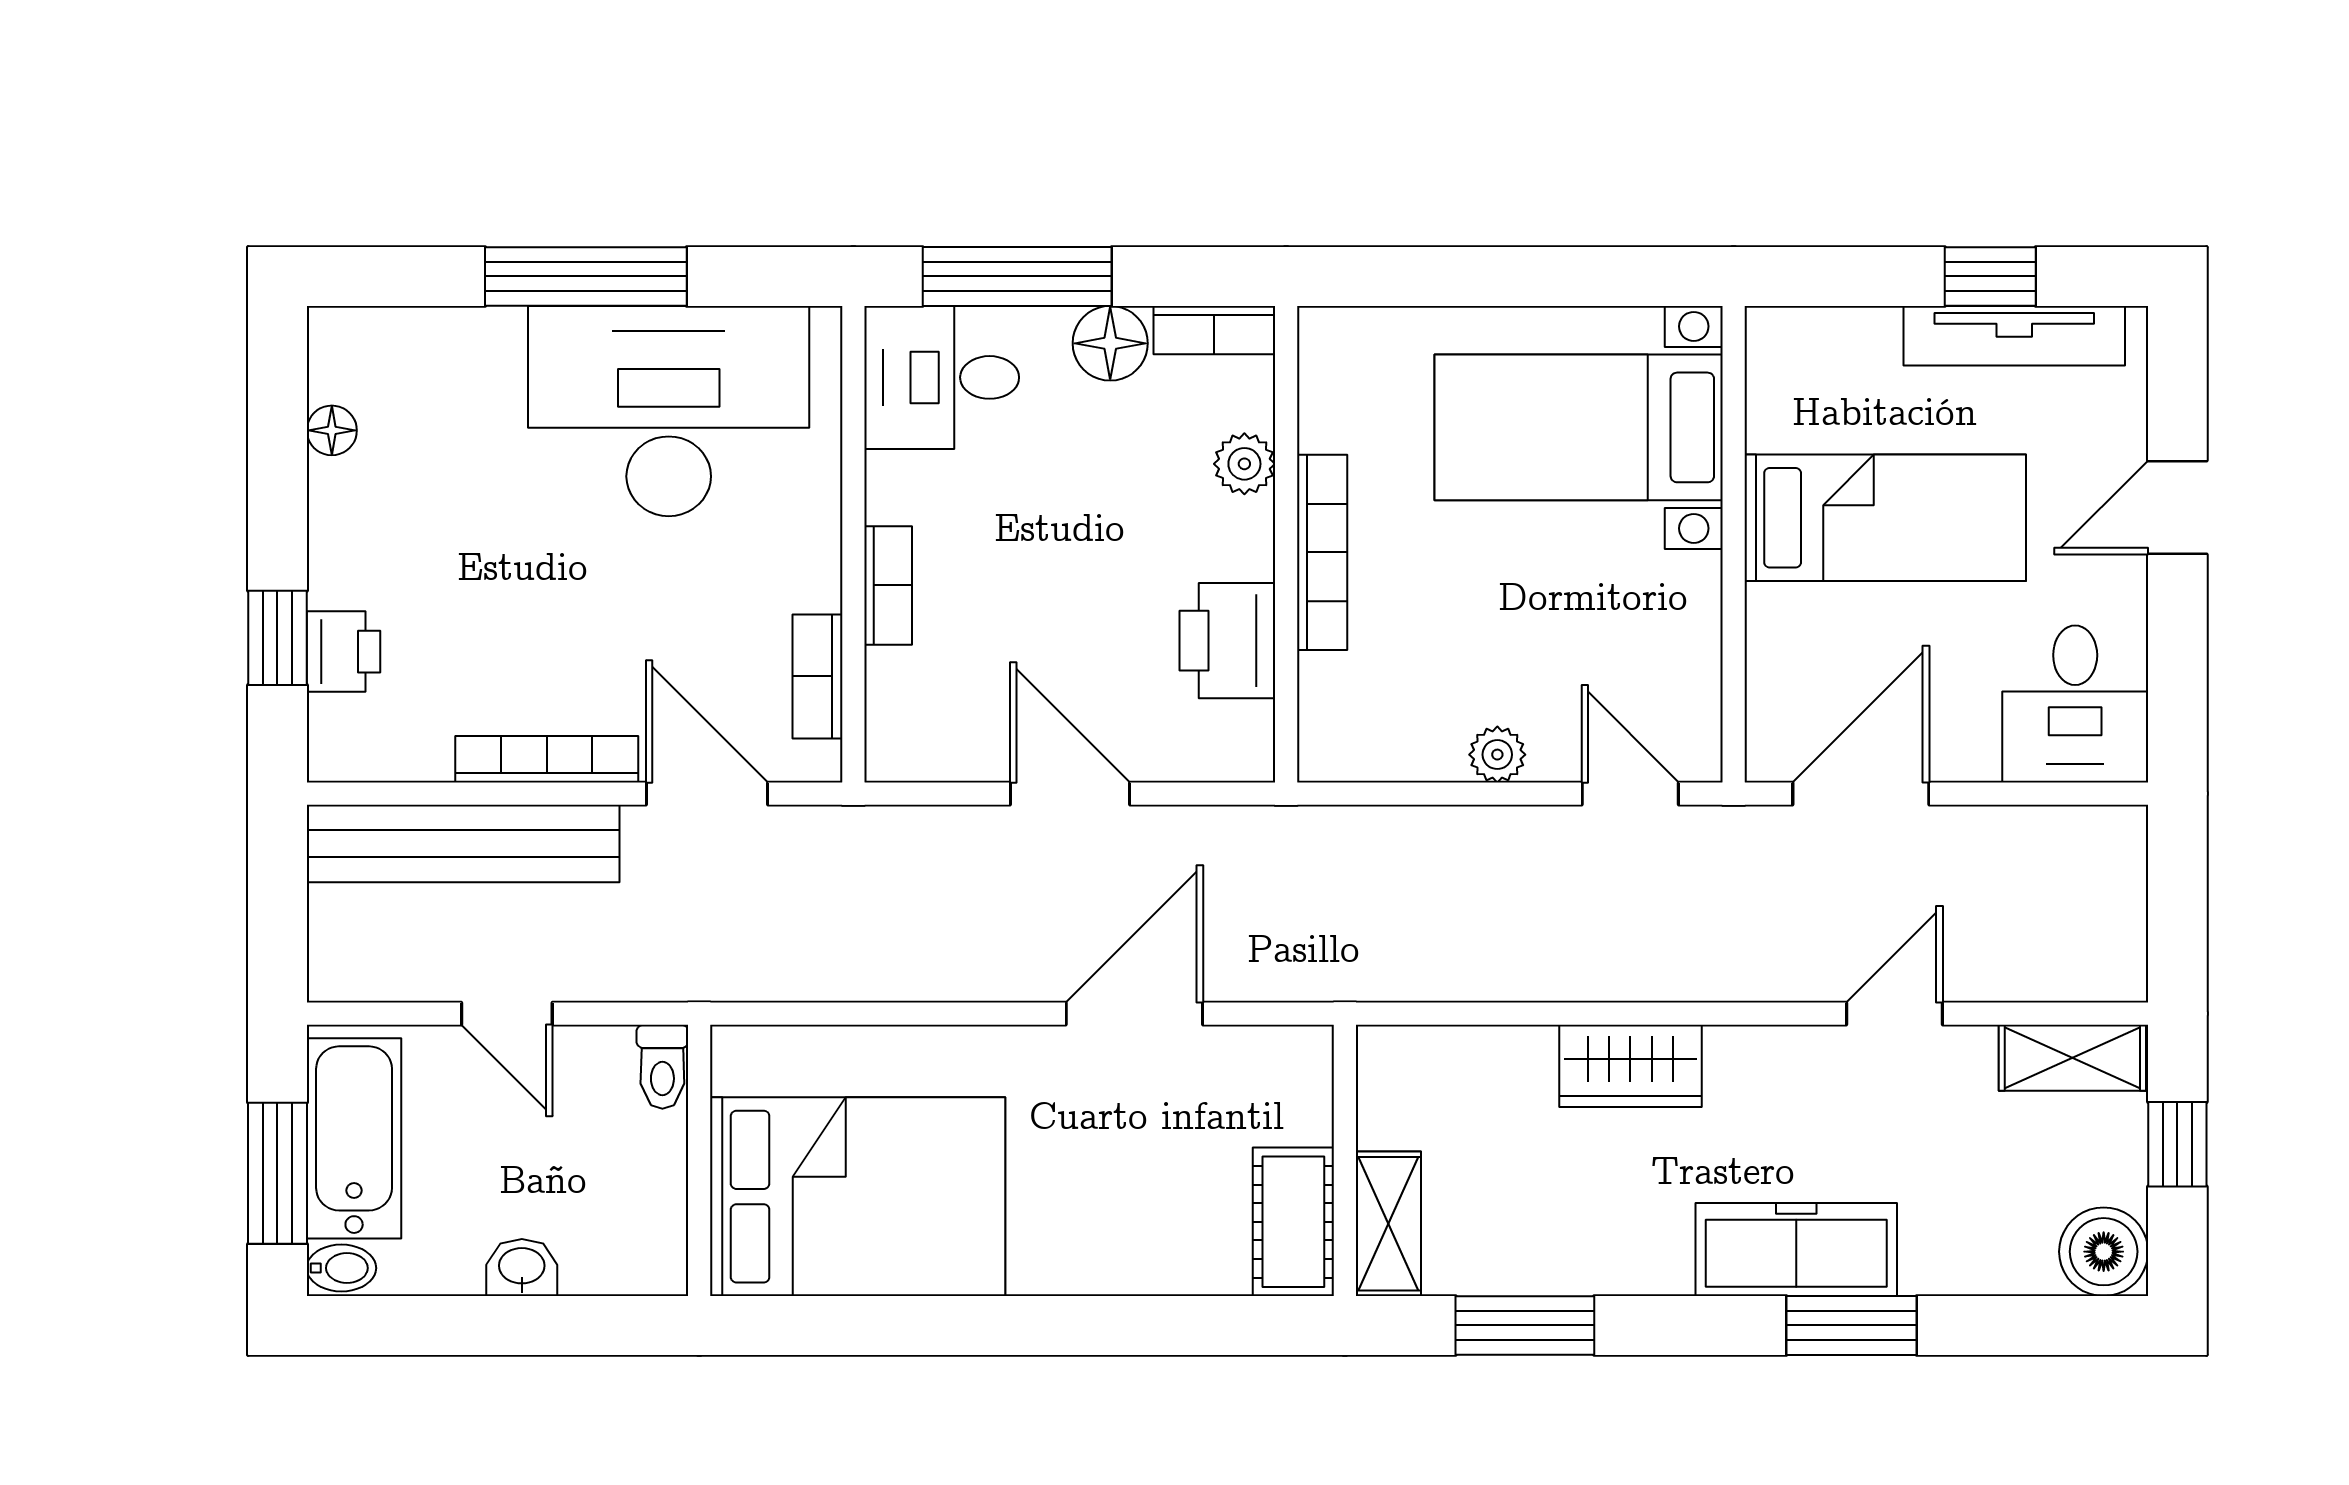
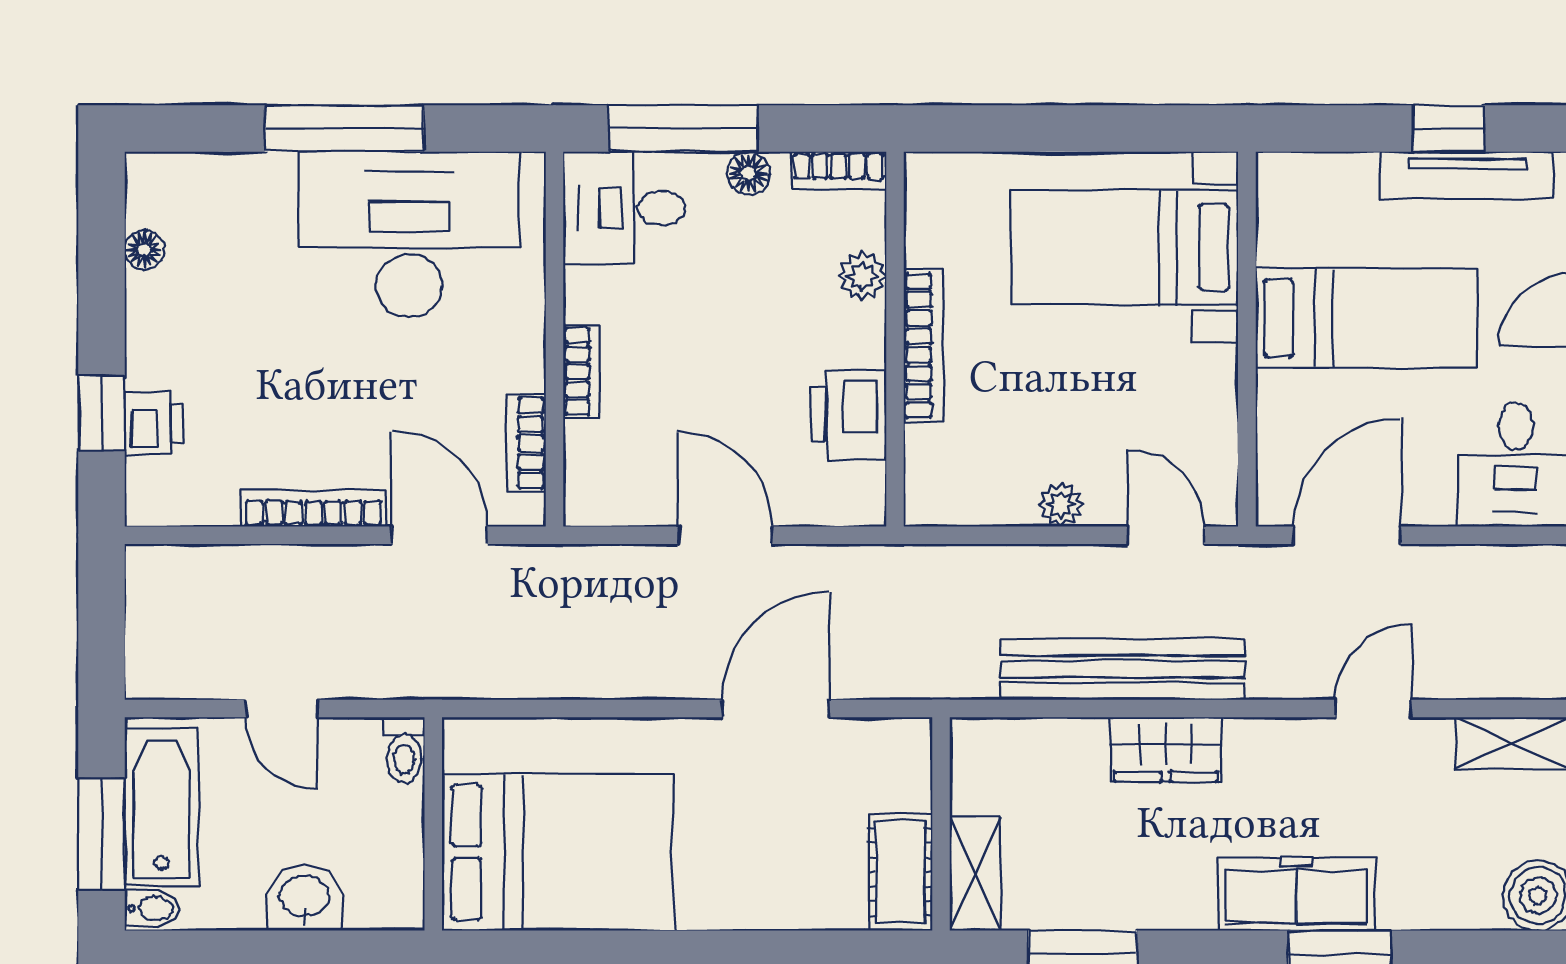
floor lamp: (1110, 343) -> (749, 173), width x0.73, depth x0.73
bench: (463, 843) -> (1123, 669), moved
washbasin: (522, 1267) -> (304, 898), width x1.38, depth x1.45

